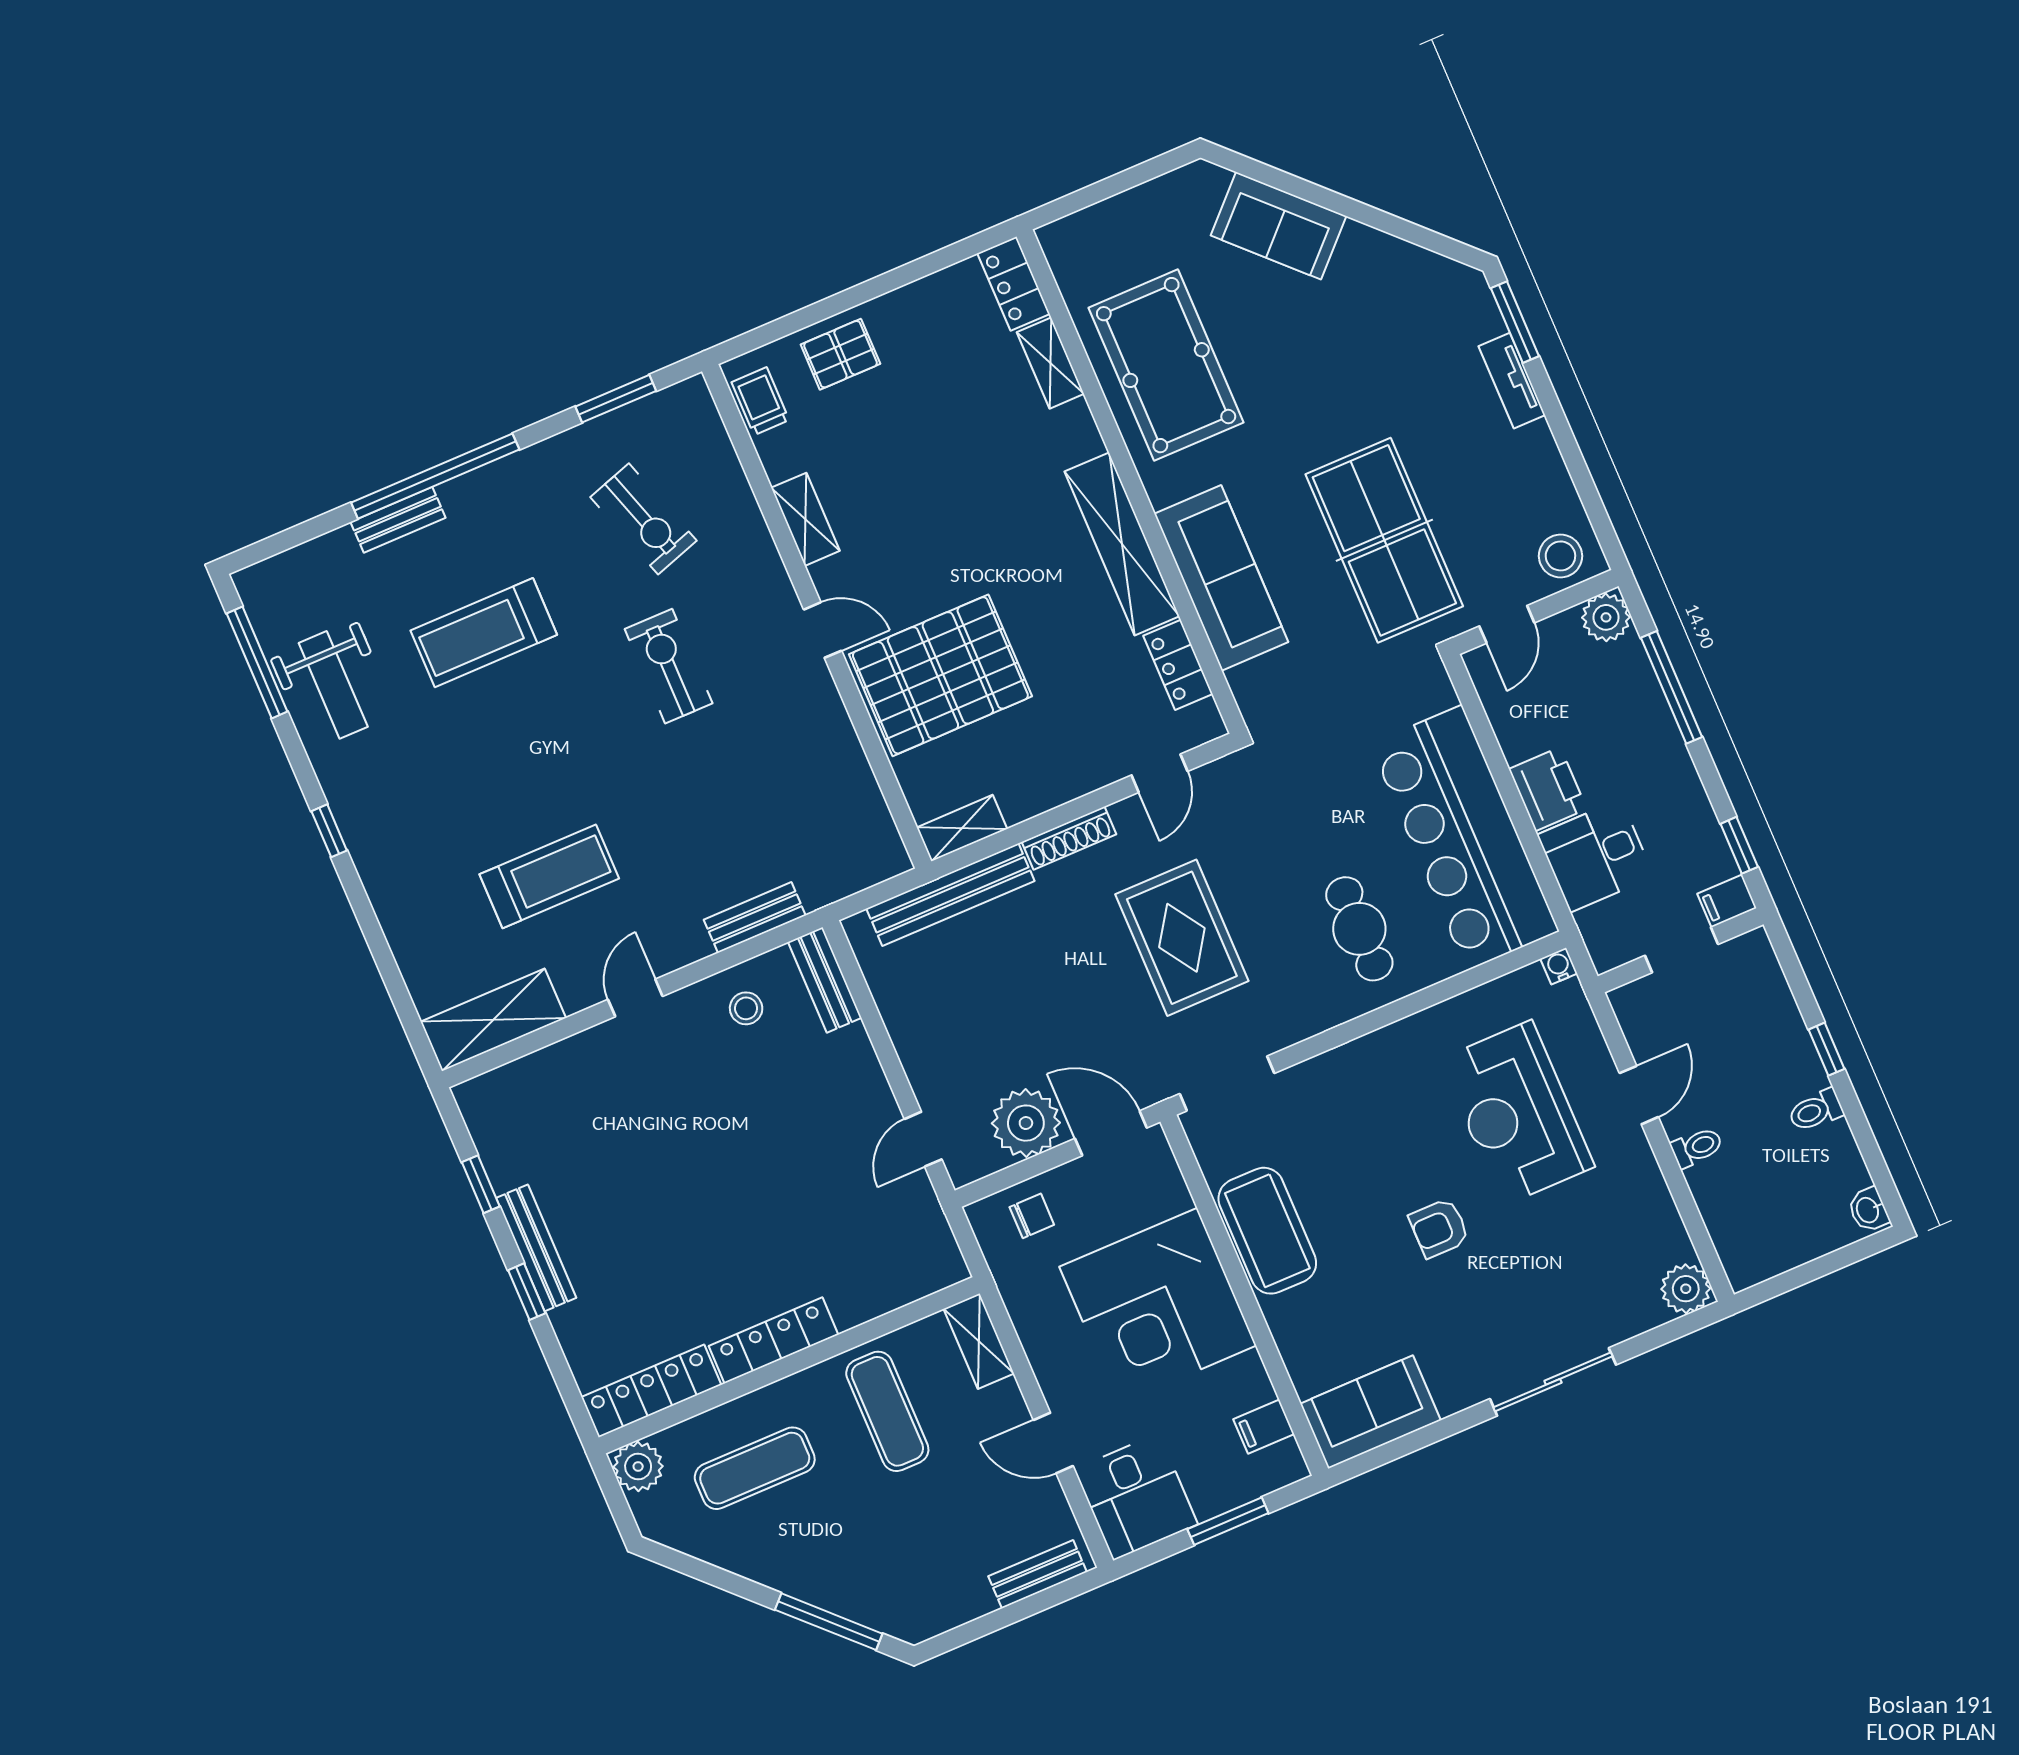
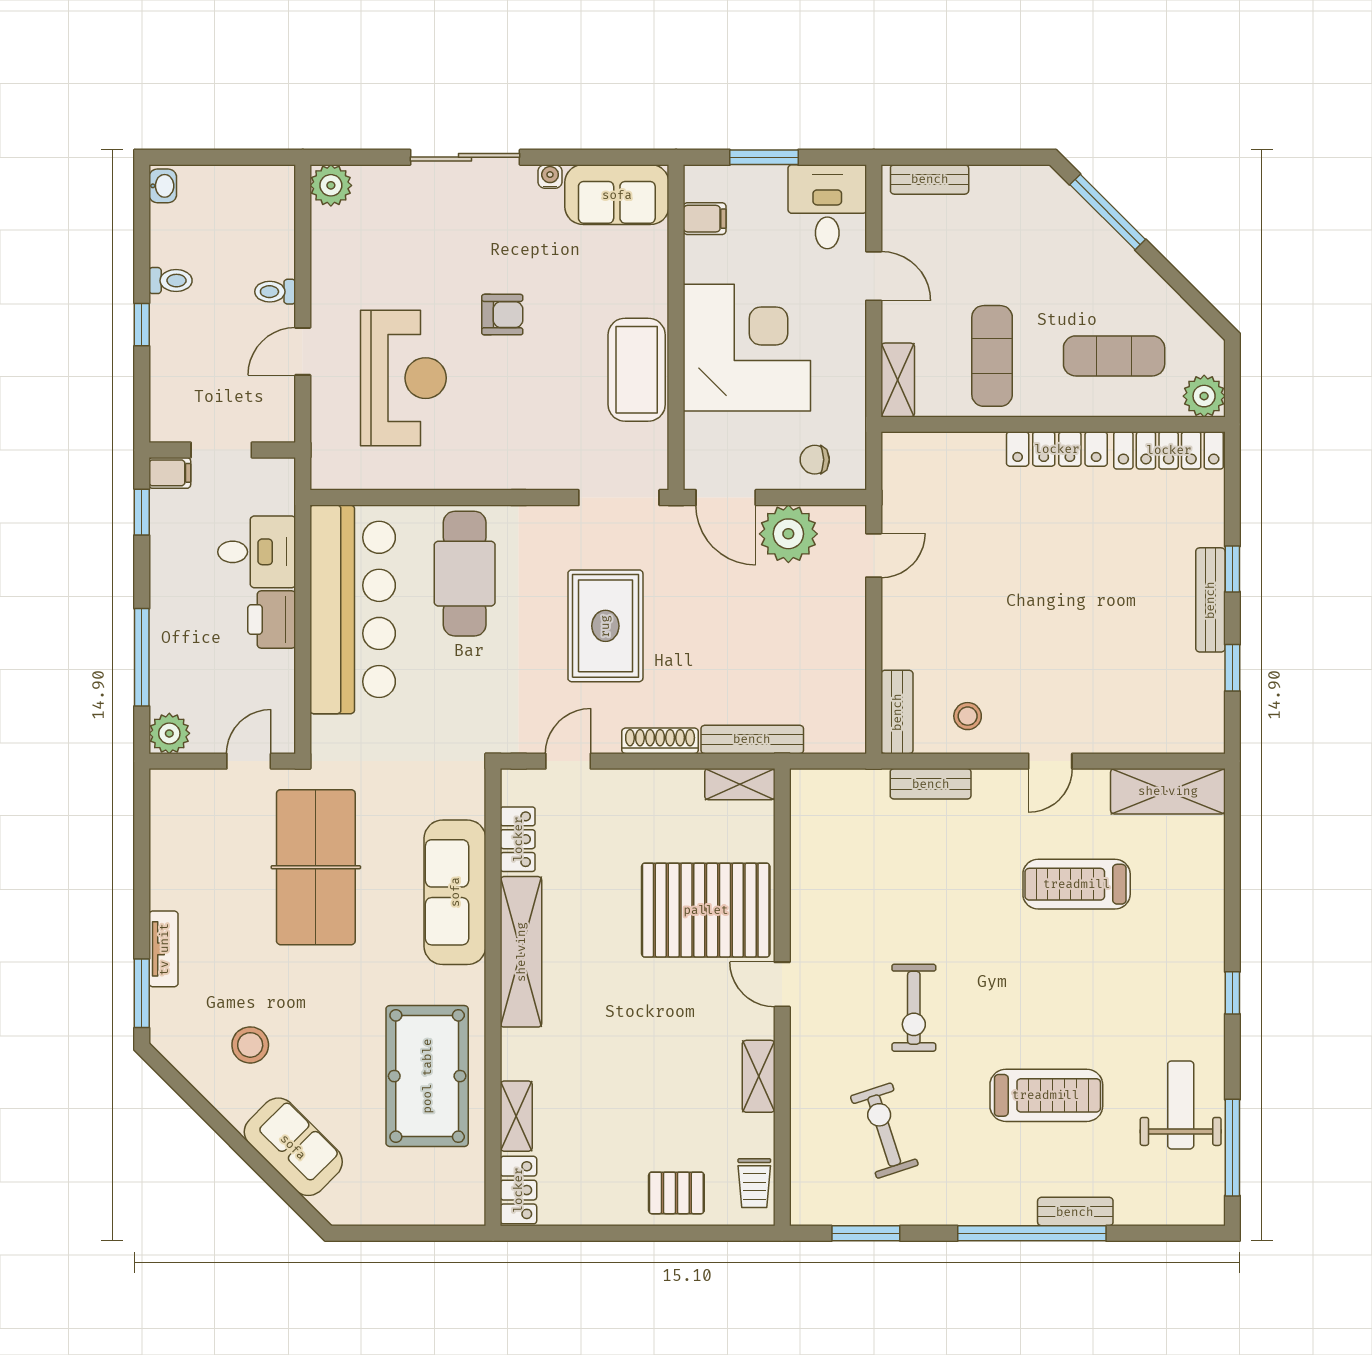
stool: (1560, 556) -> (250, 1045), moved
bench: (950, 895) -> (752, 739), width x0.73, depth x0.82
cafe table: (1359, 929) -> (465, 574), width x1.37, depth x1.35
water cooler: (1559, 966) -> (550, 176), moved, turned 180

